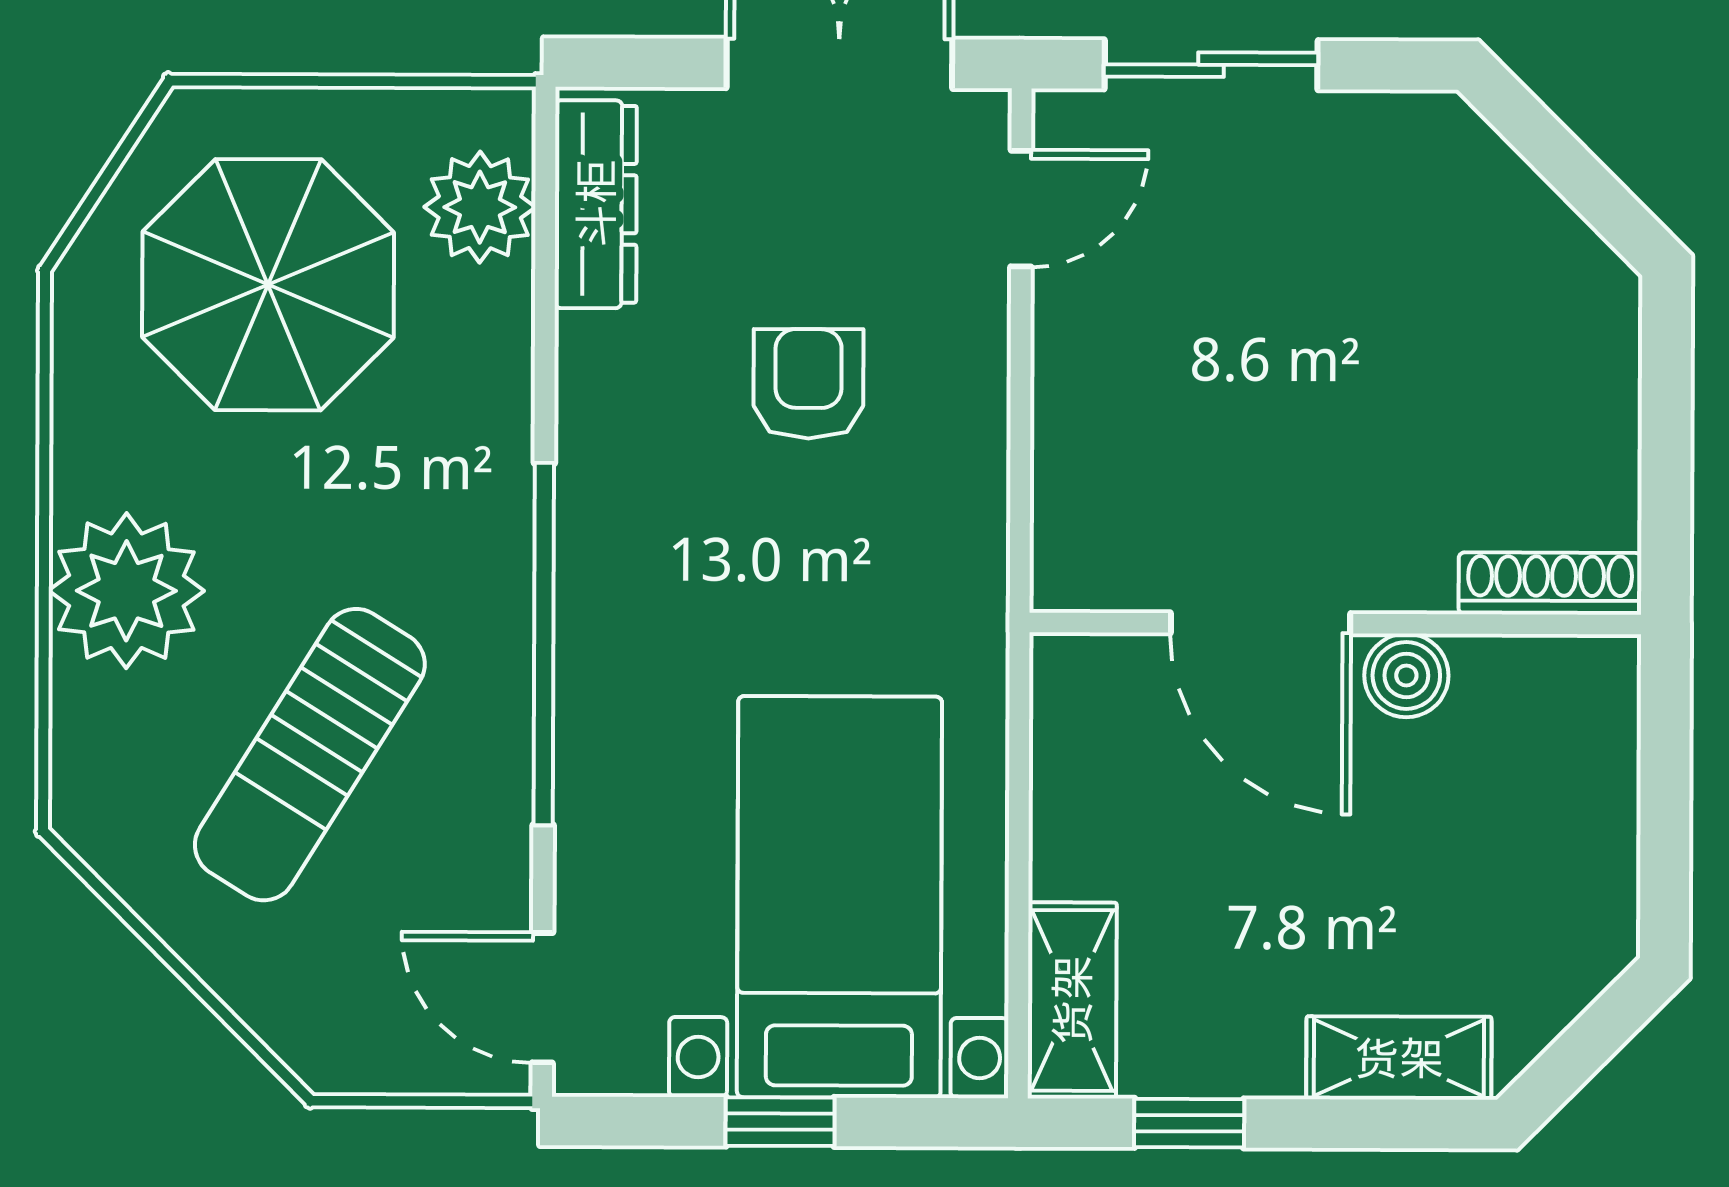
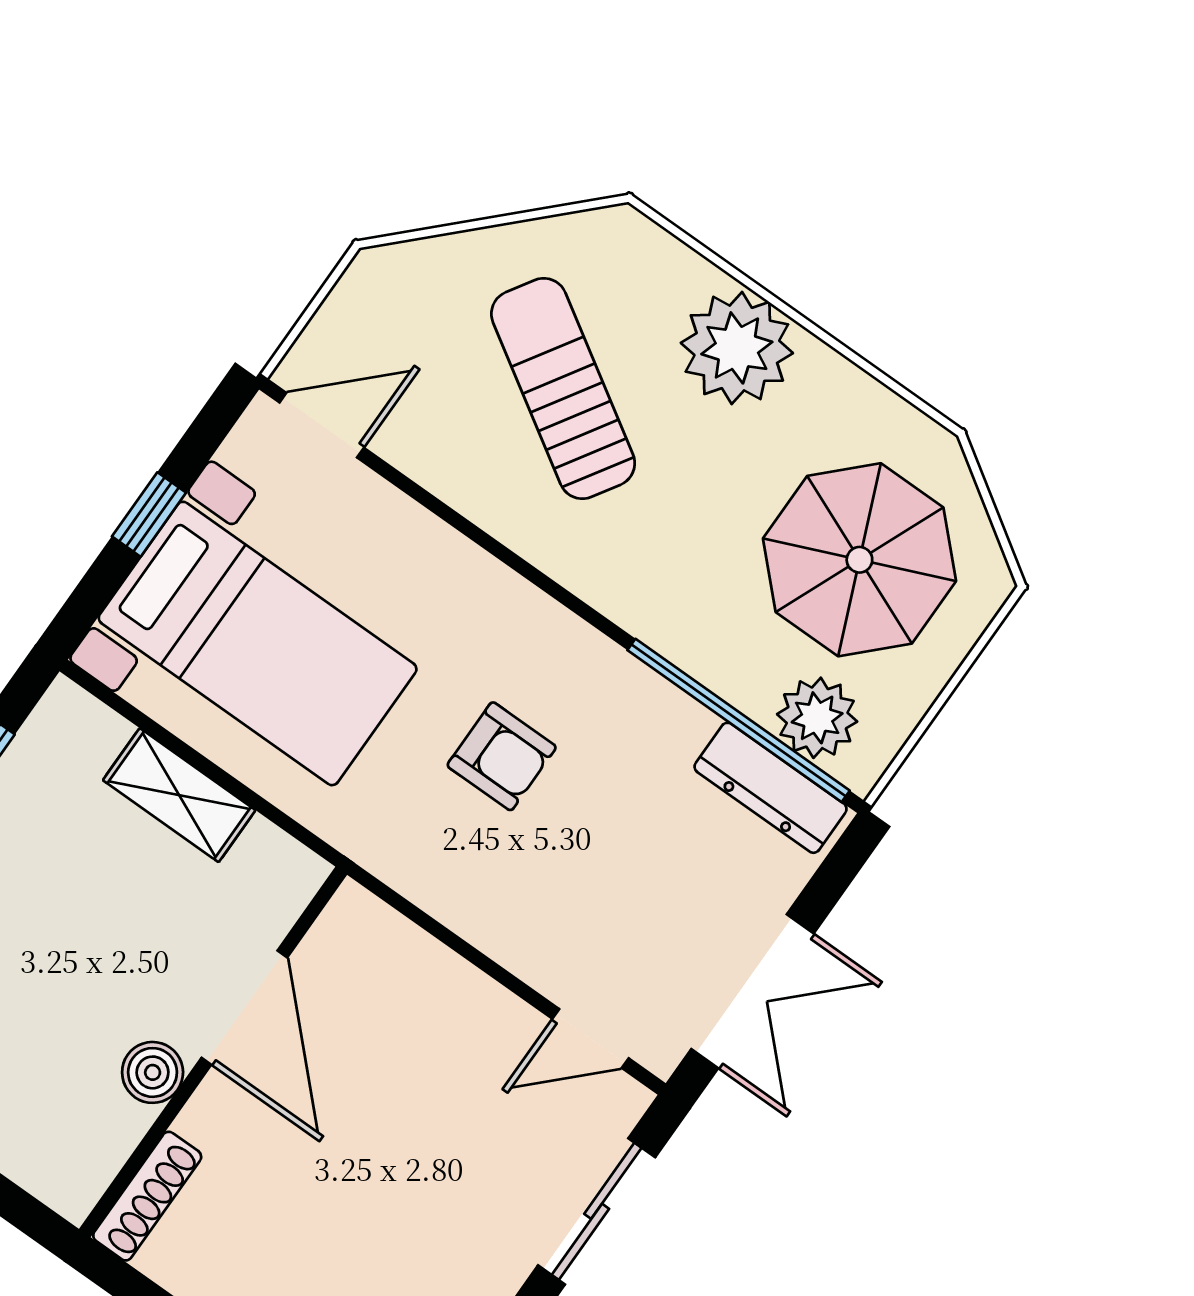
door: (1021, 209) -> (590, 1039), hinge flipped
armchair: (808, 384) -> (502, 756), moved
door: (1260, 623) -> (244, 1008), swing flipped
window: (544, 644) -> (739, 720), moved
shelving: (1072, 1000) -> (179, 795), moved

